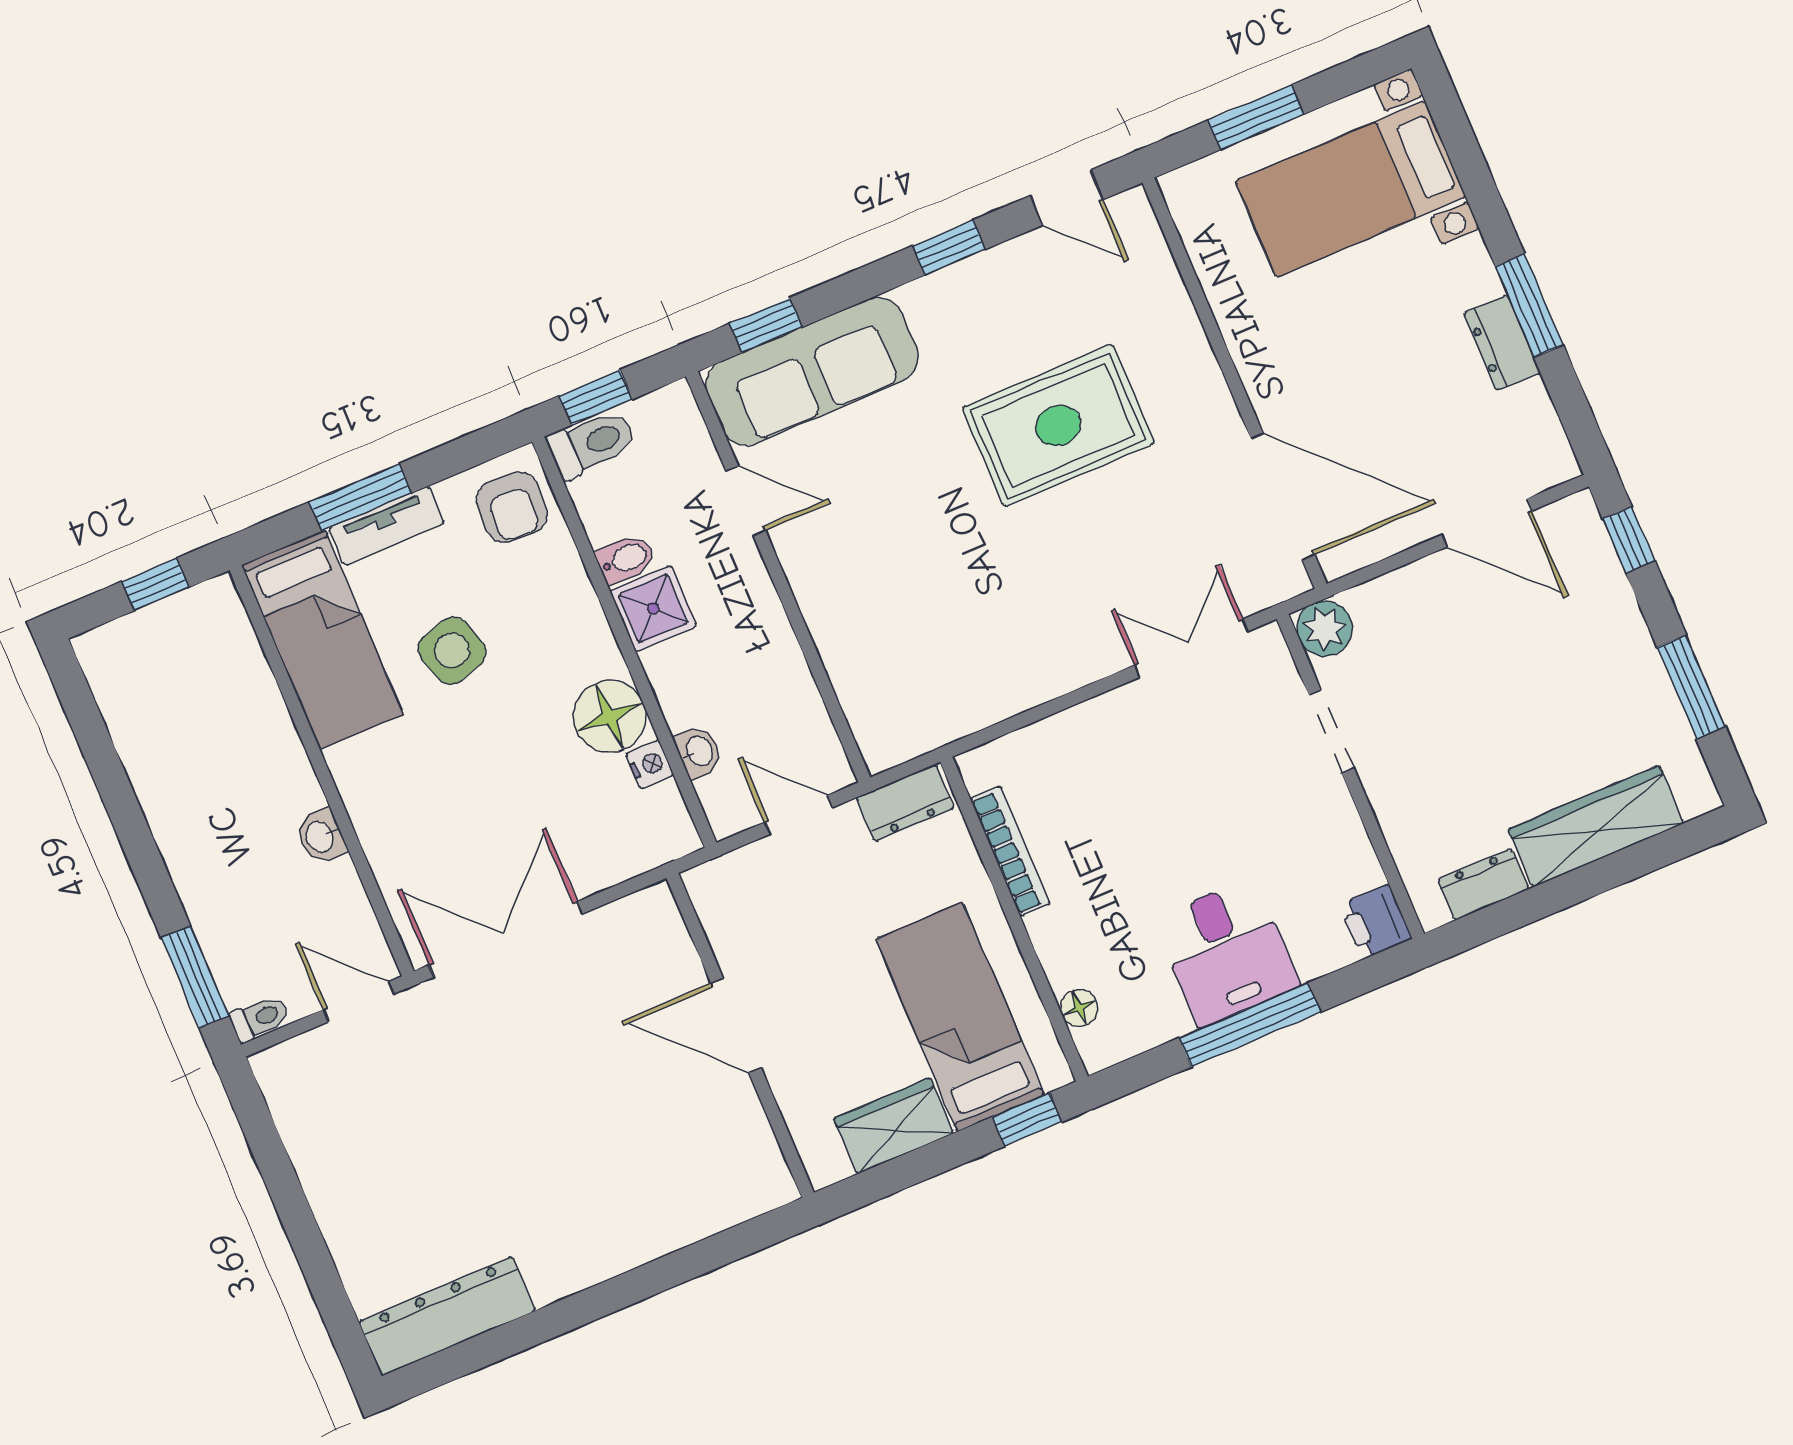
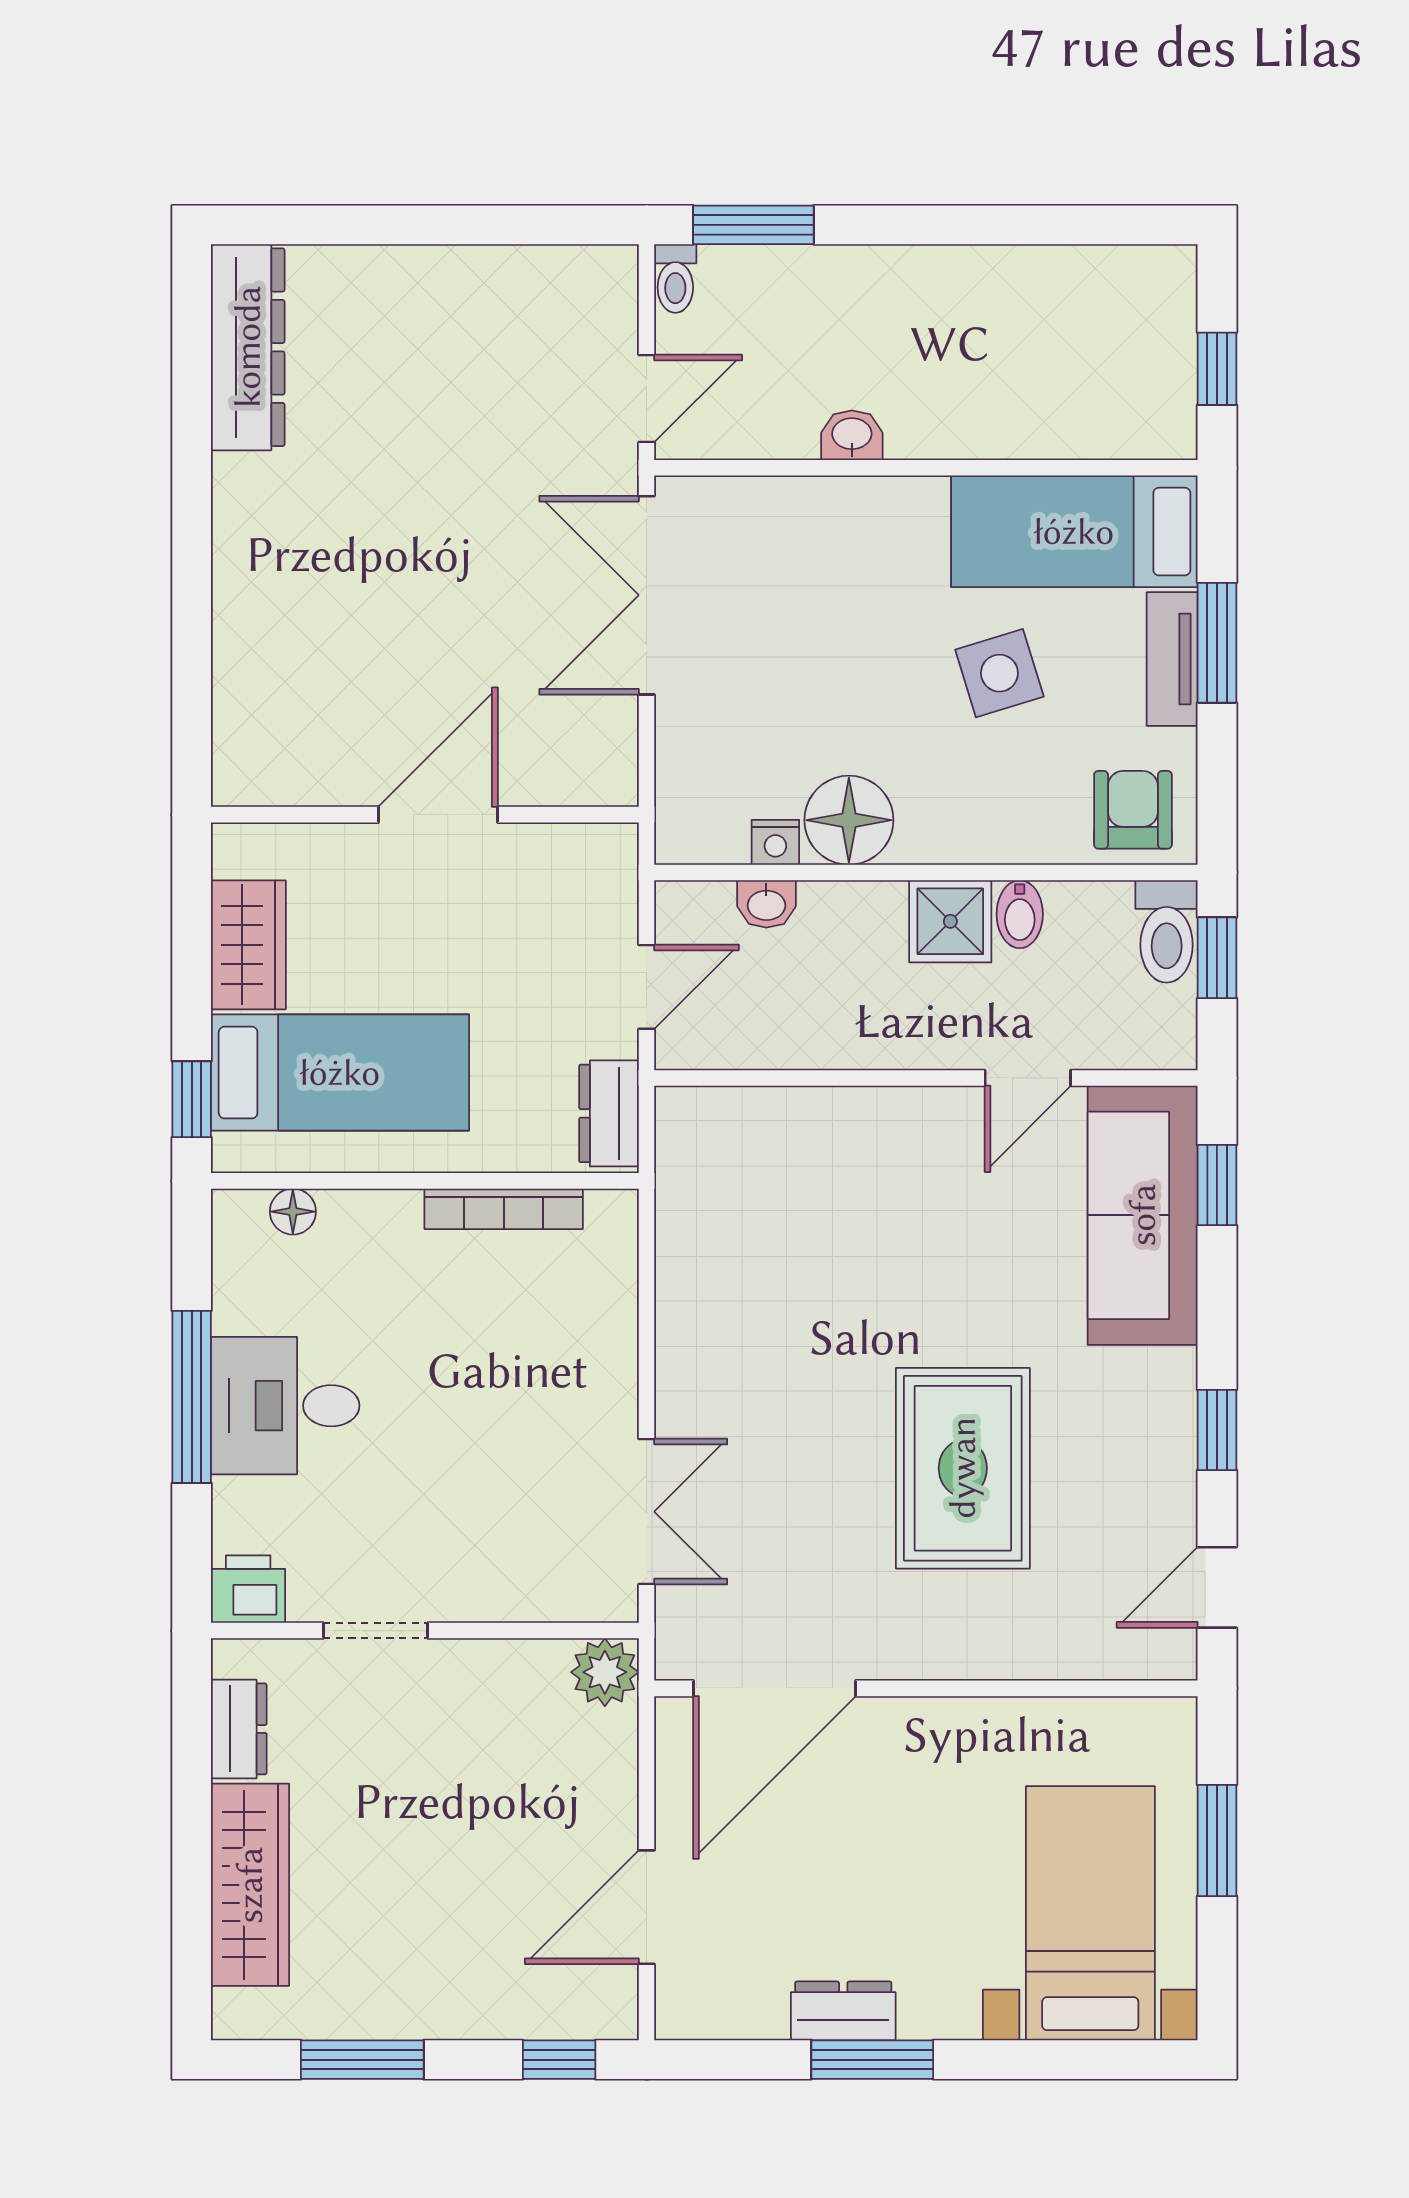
armchair: (512, 507) -> (1133, 810), turned 86
doorway: (1331, 731) -> (376, 1631), moved
double door: (506, 939) -> (647, 595), swing flipped

